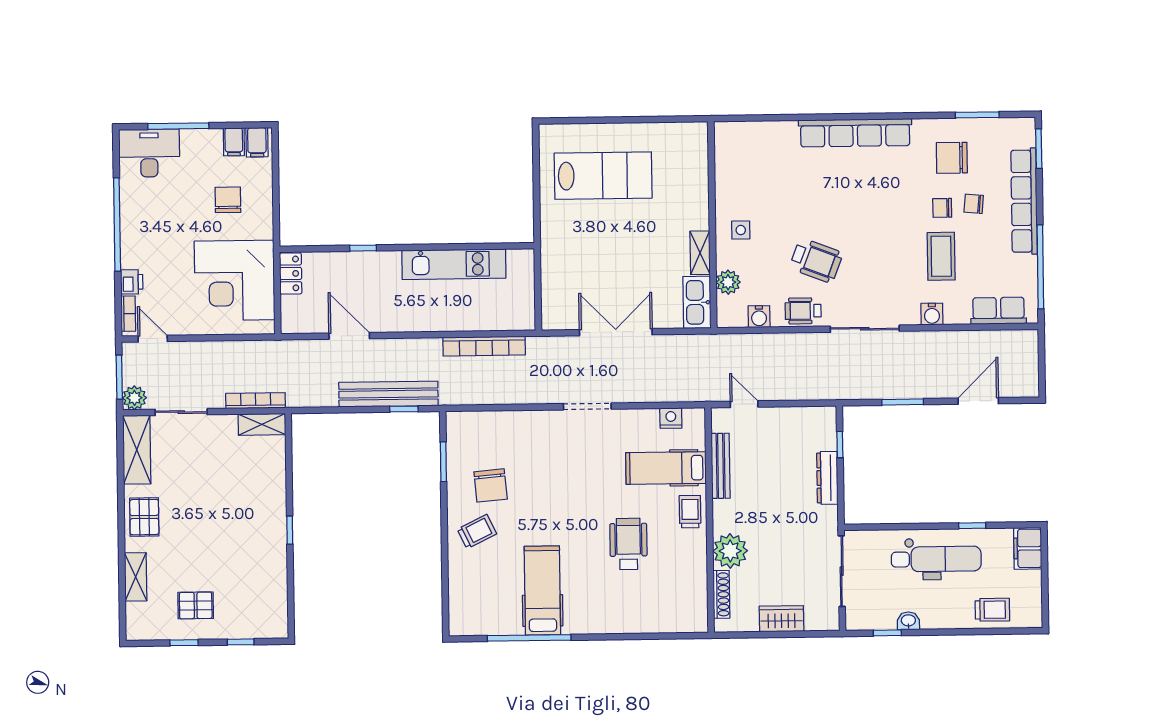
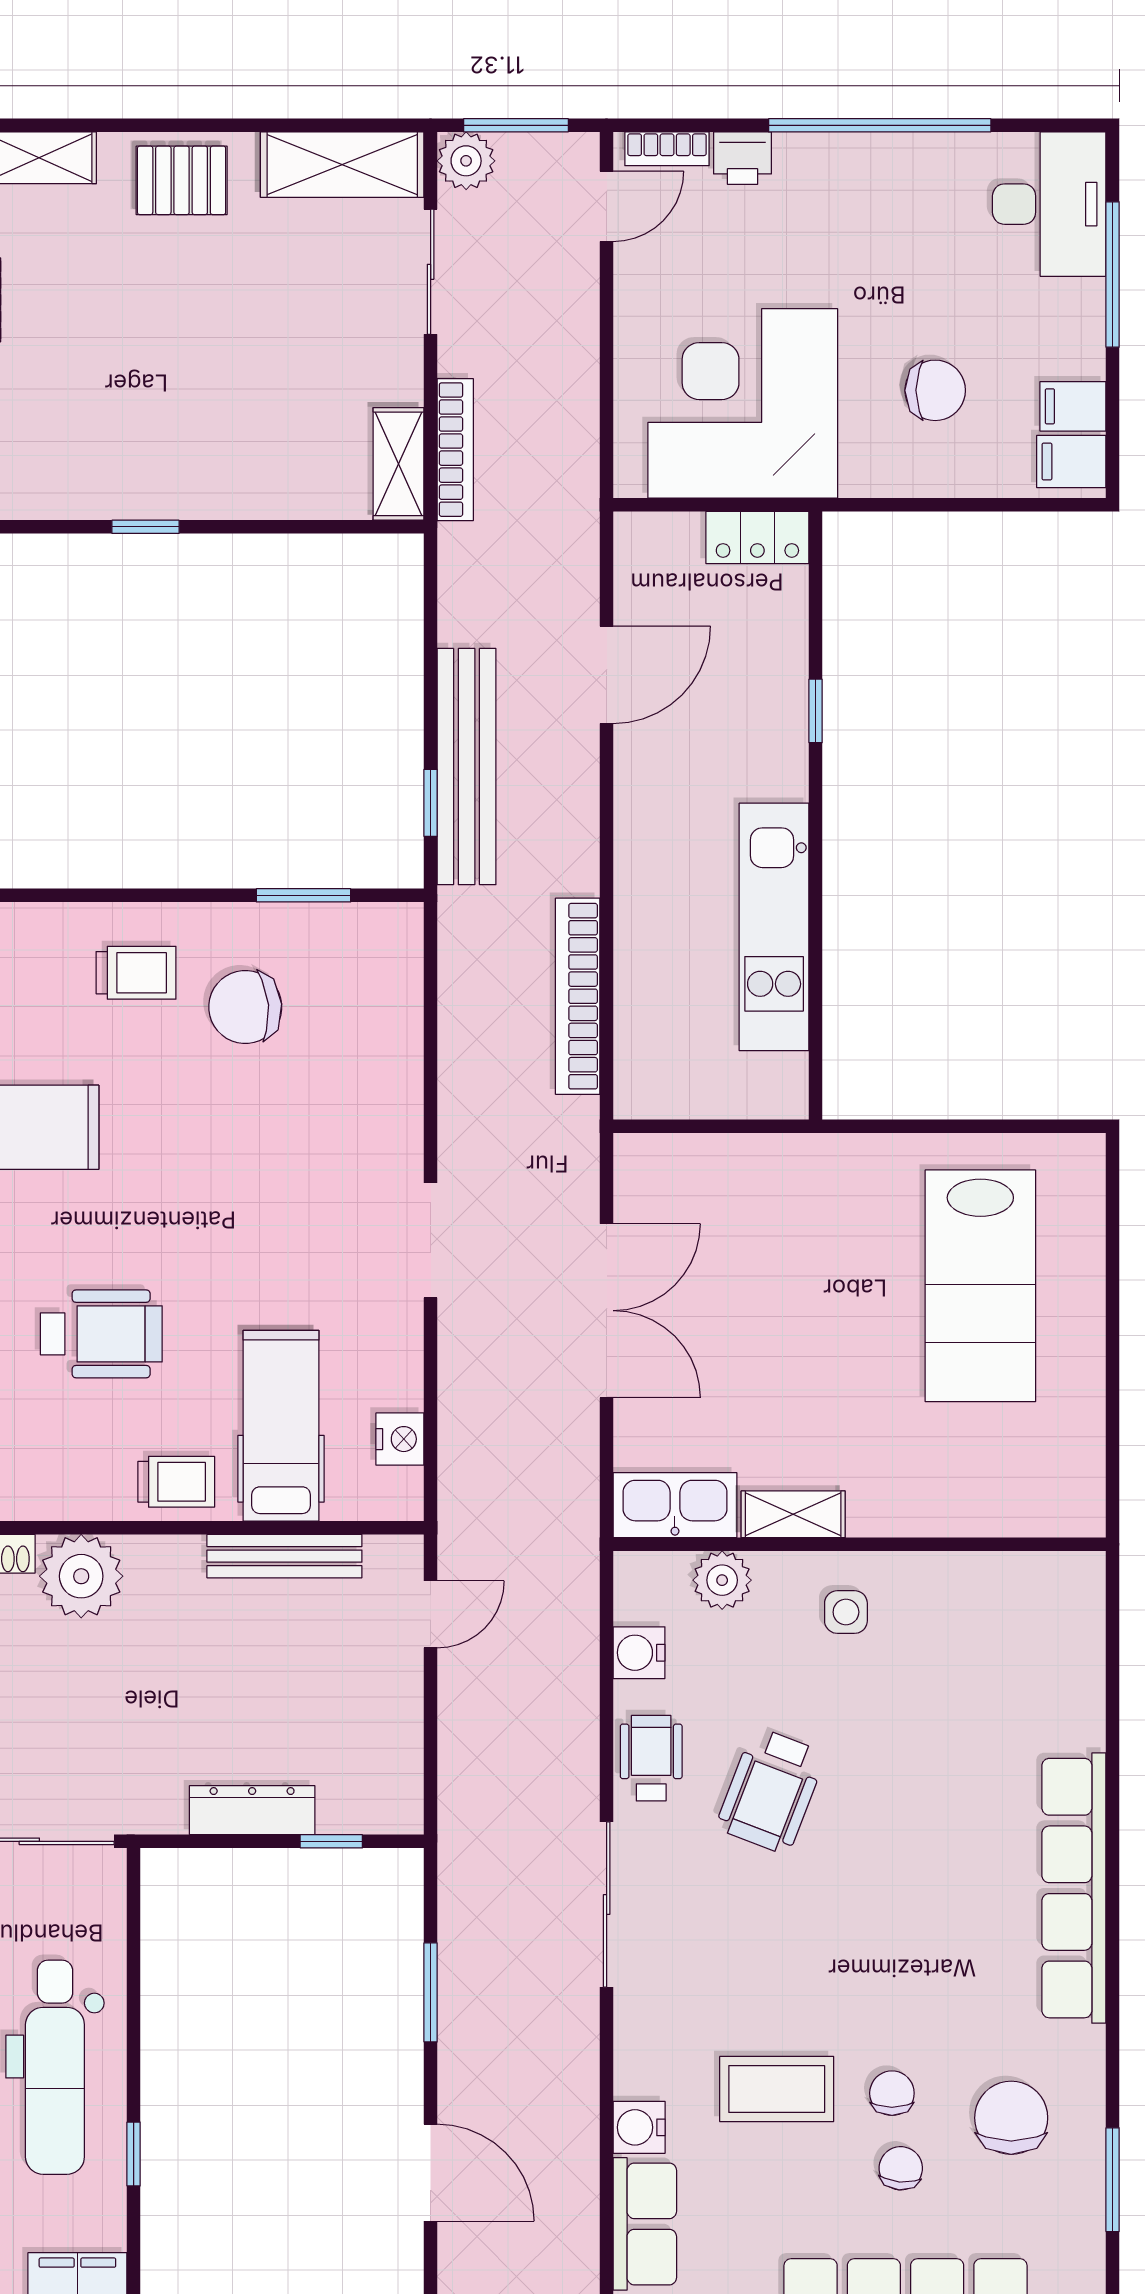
water cooler: (932, 314) -> (639, 2127), moved
trolley: (477, 531) -> (136, 973), turned -64

